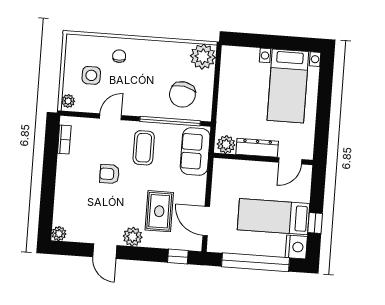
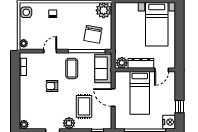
side table: (91, 75) -> (26, 12), moved
bed: (273, 217) -> (140, 93), moved, turned -90
door: (206, 221) -> (113, 98), moved

